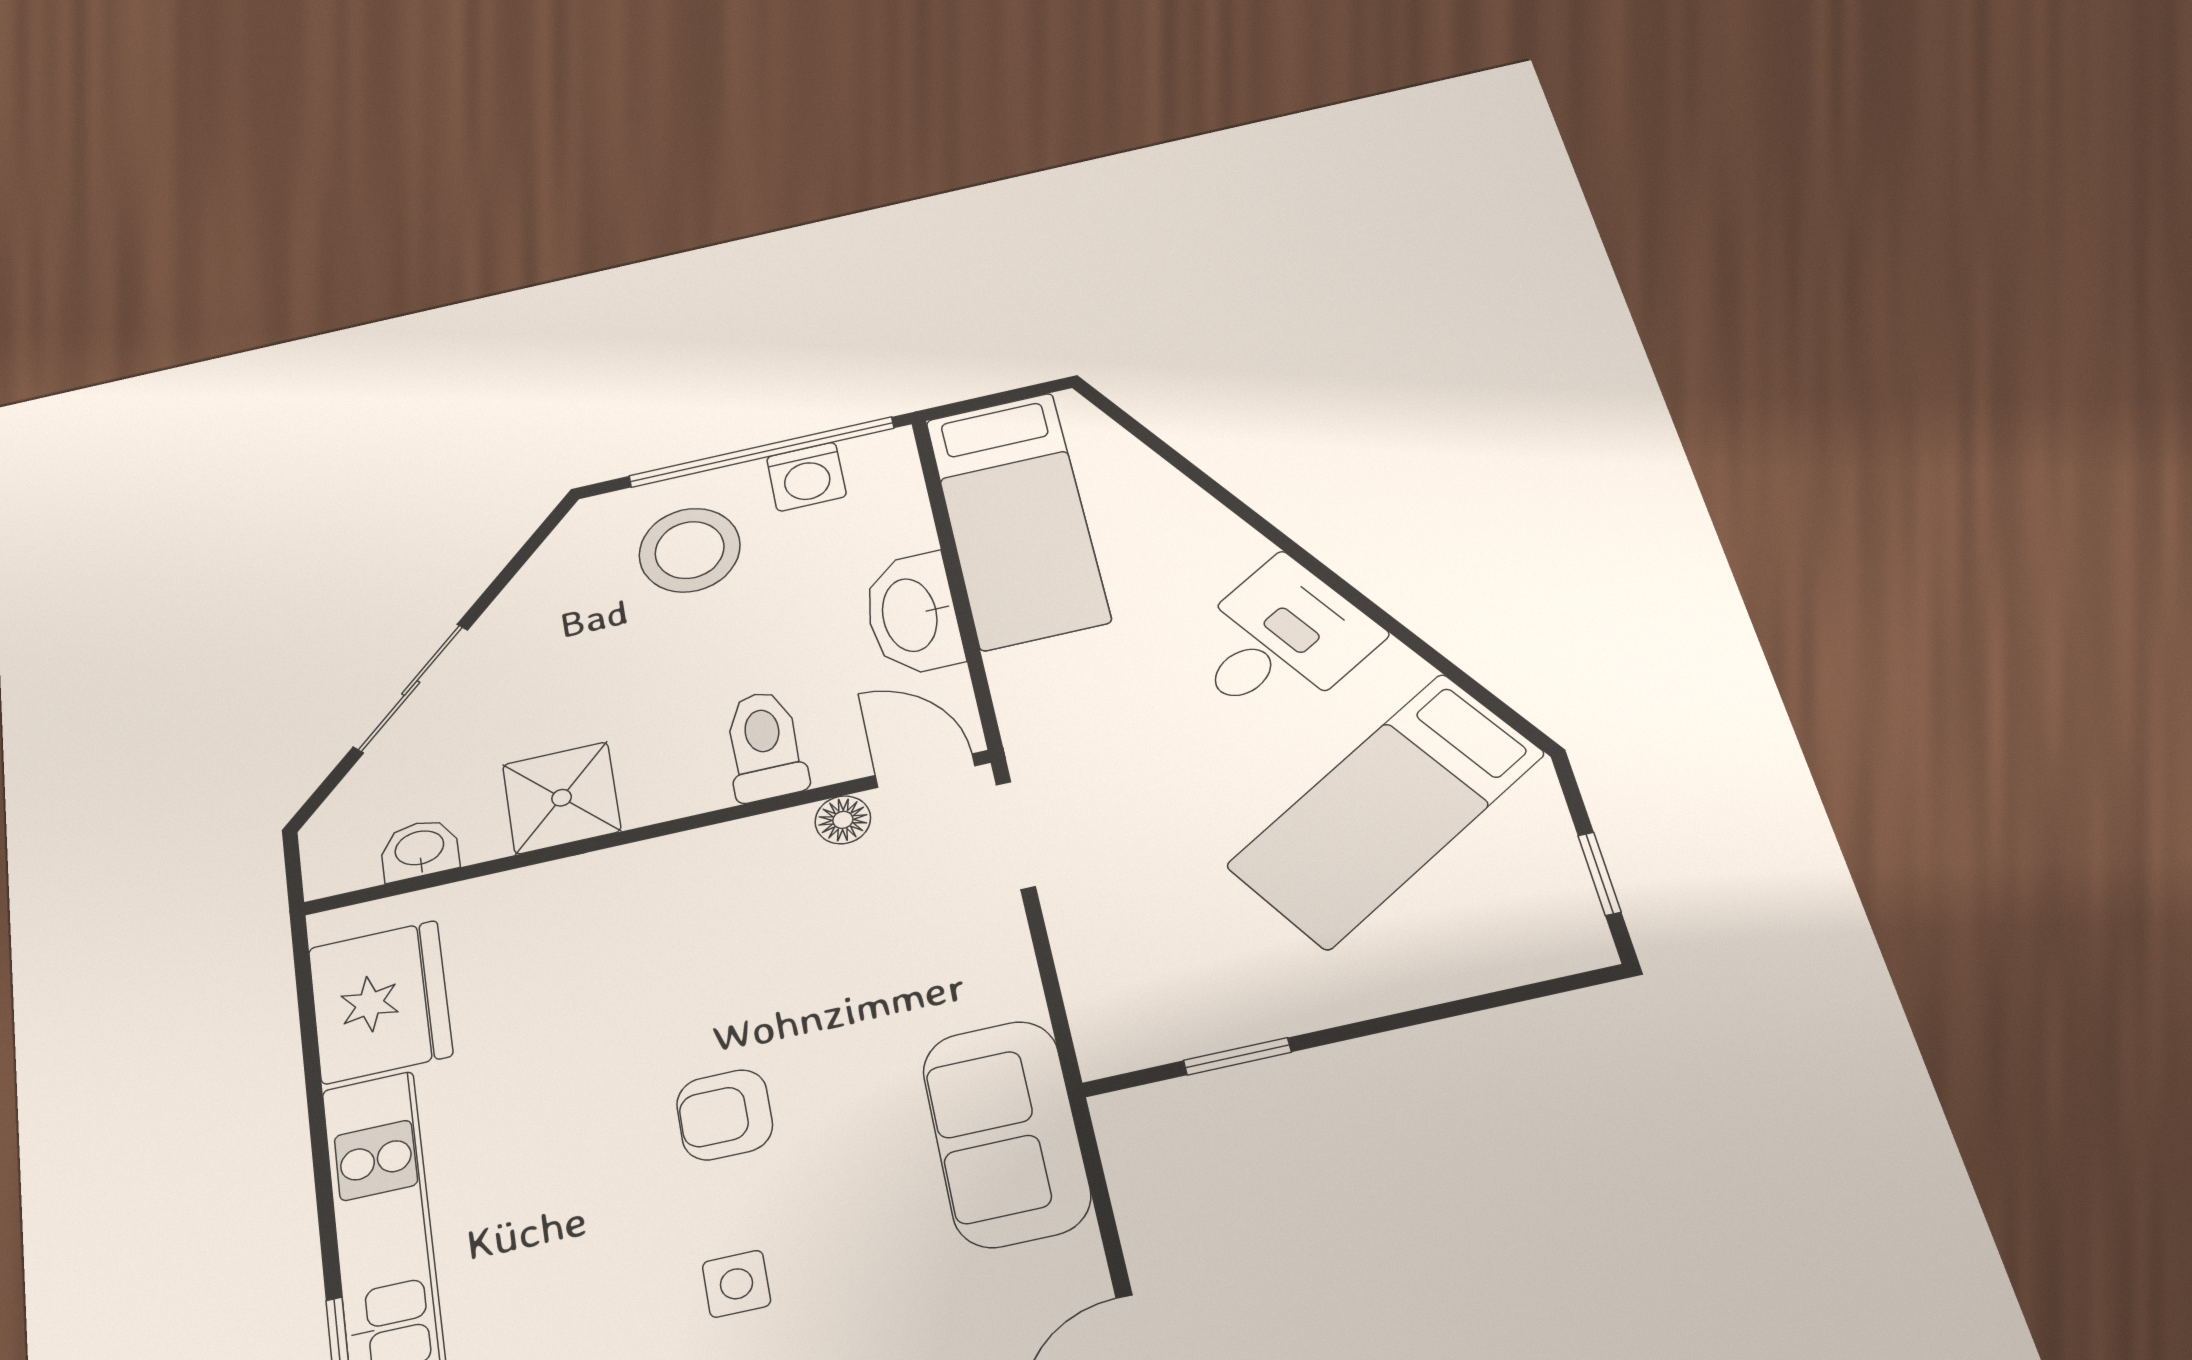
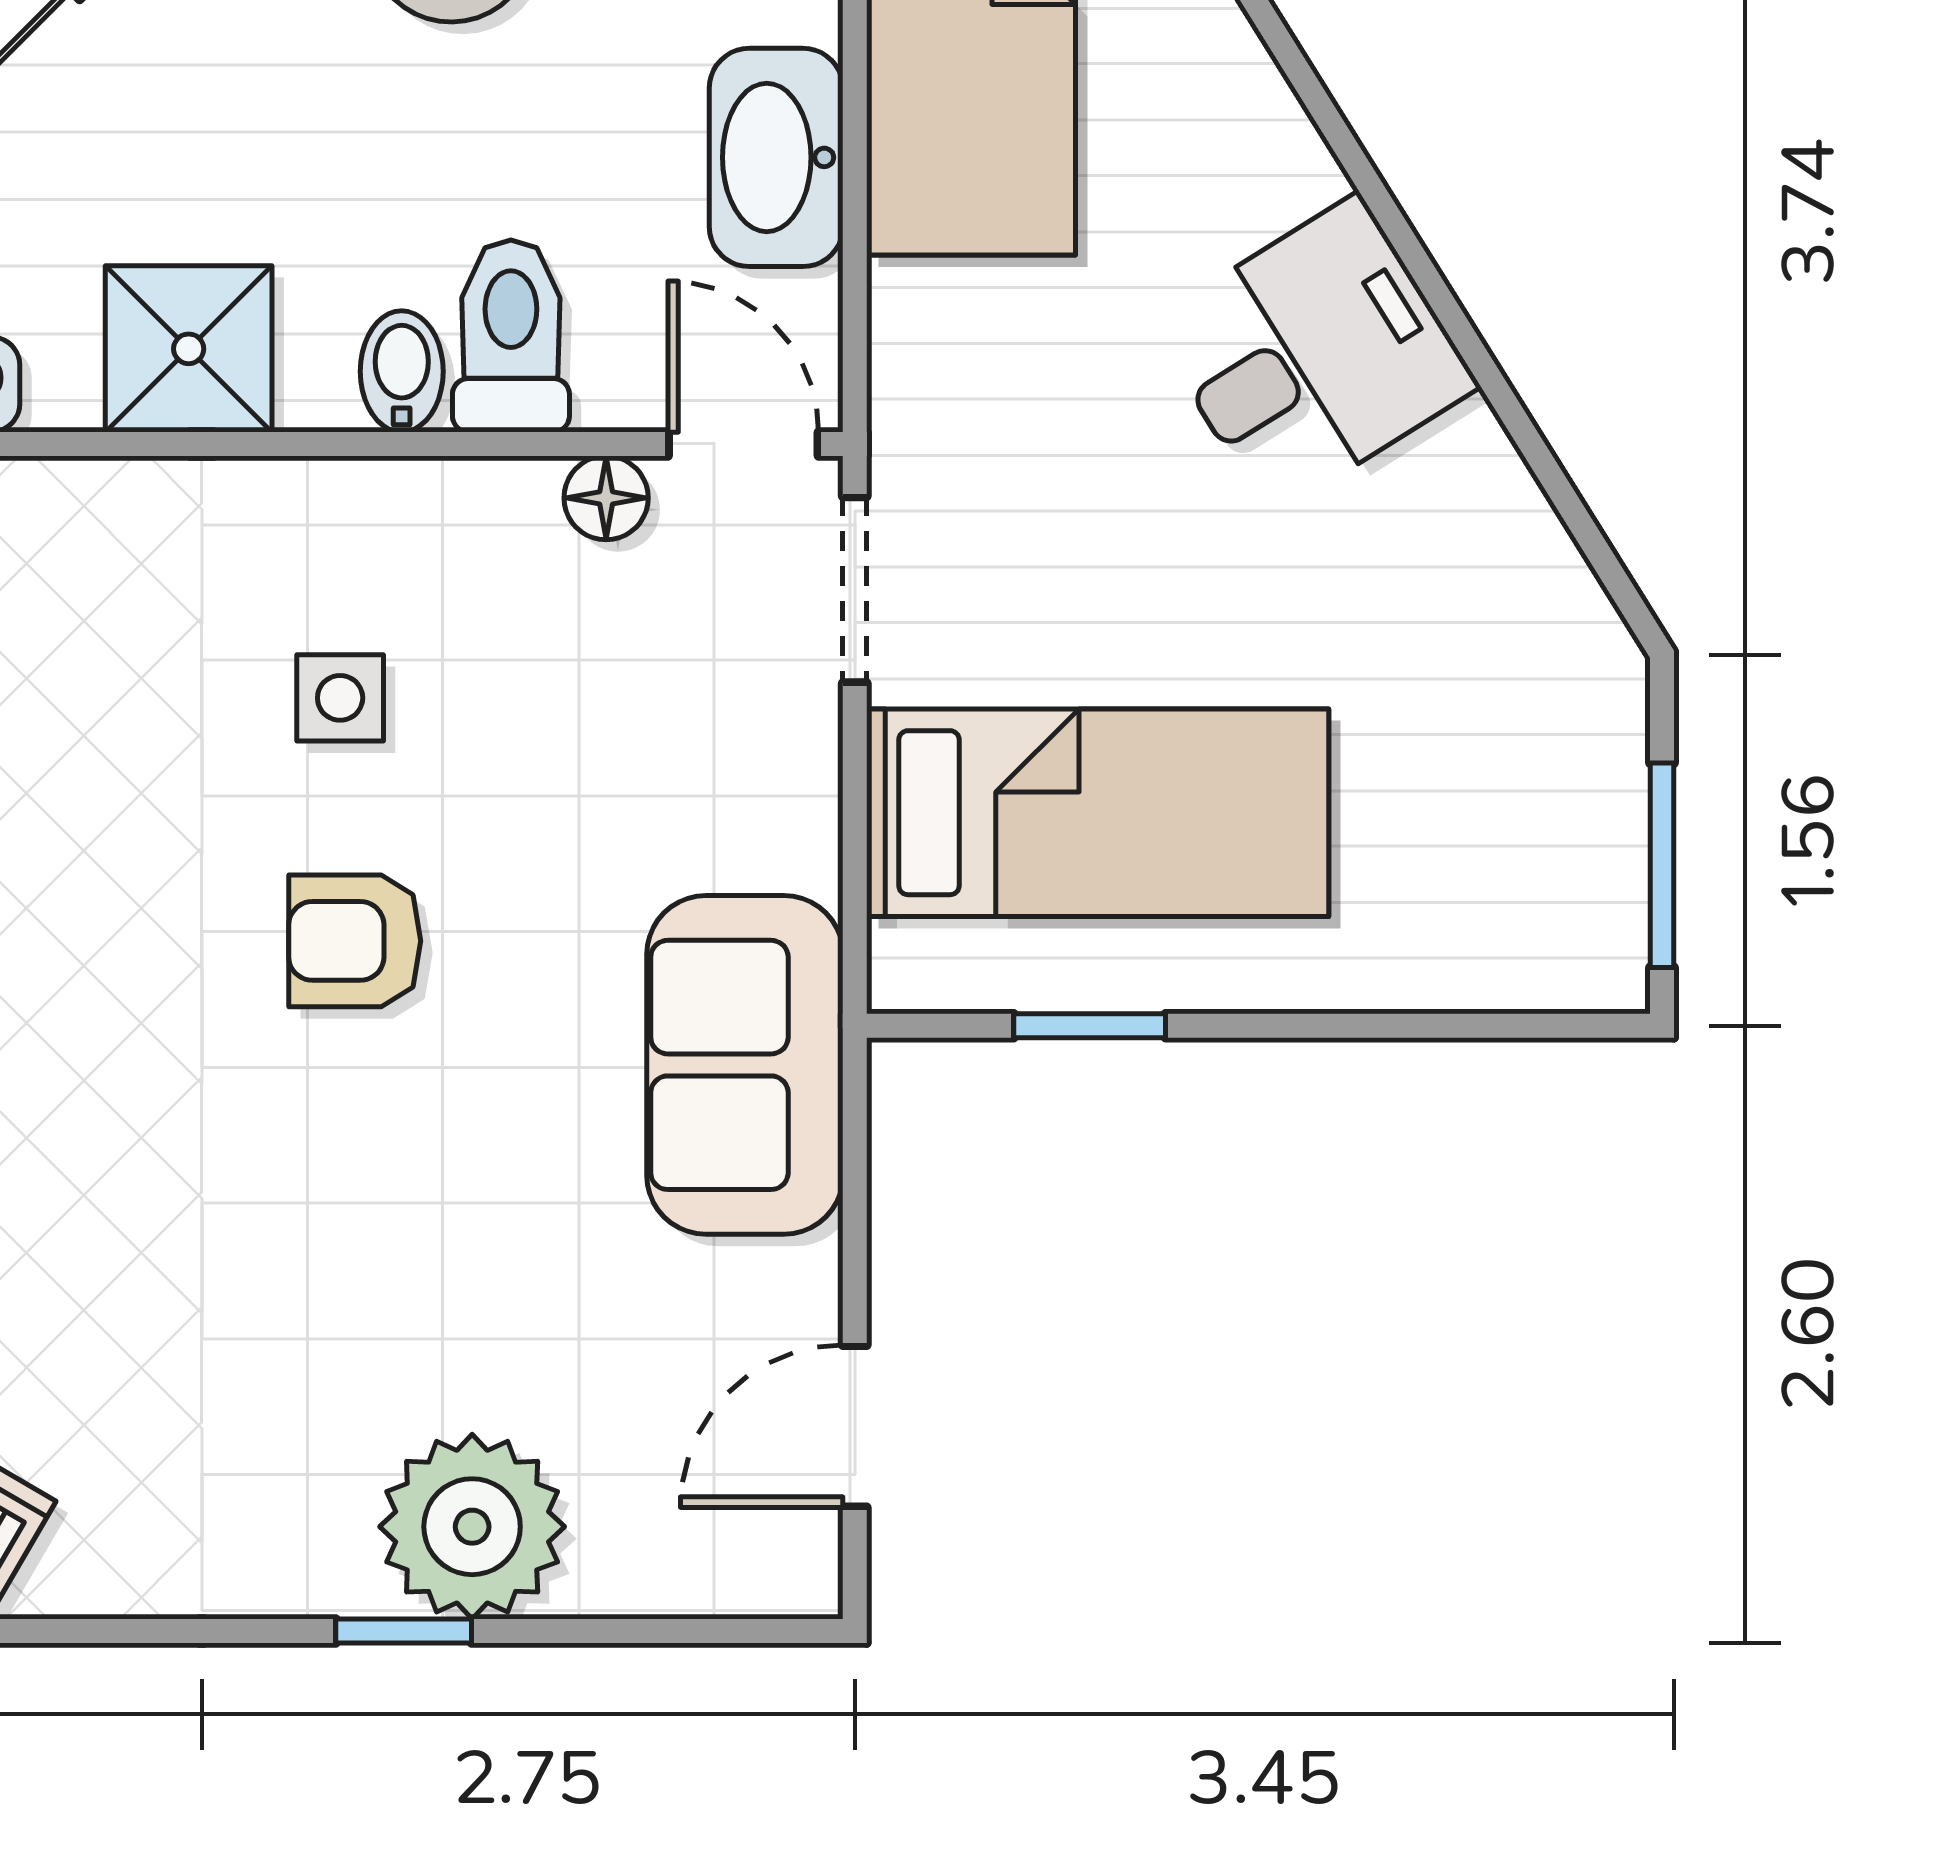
bidet: (699, 780) -> (402, 371), added
bed: (1386, 810) -> (1098, 813), moved, turned -148
window: (1600, 874) -> (1662, 865), width x1.50
side table: (736, 1284) -> (340, 698), moved

